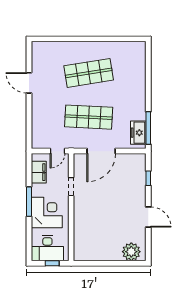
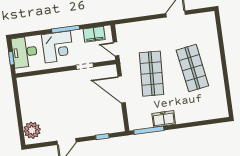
freezer: (138, 133) -> (164, 119), moved

